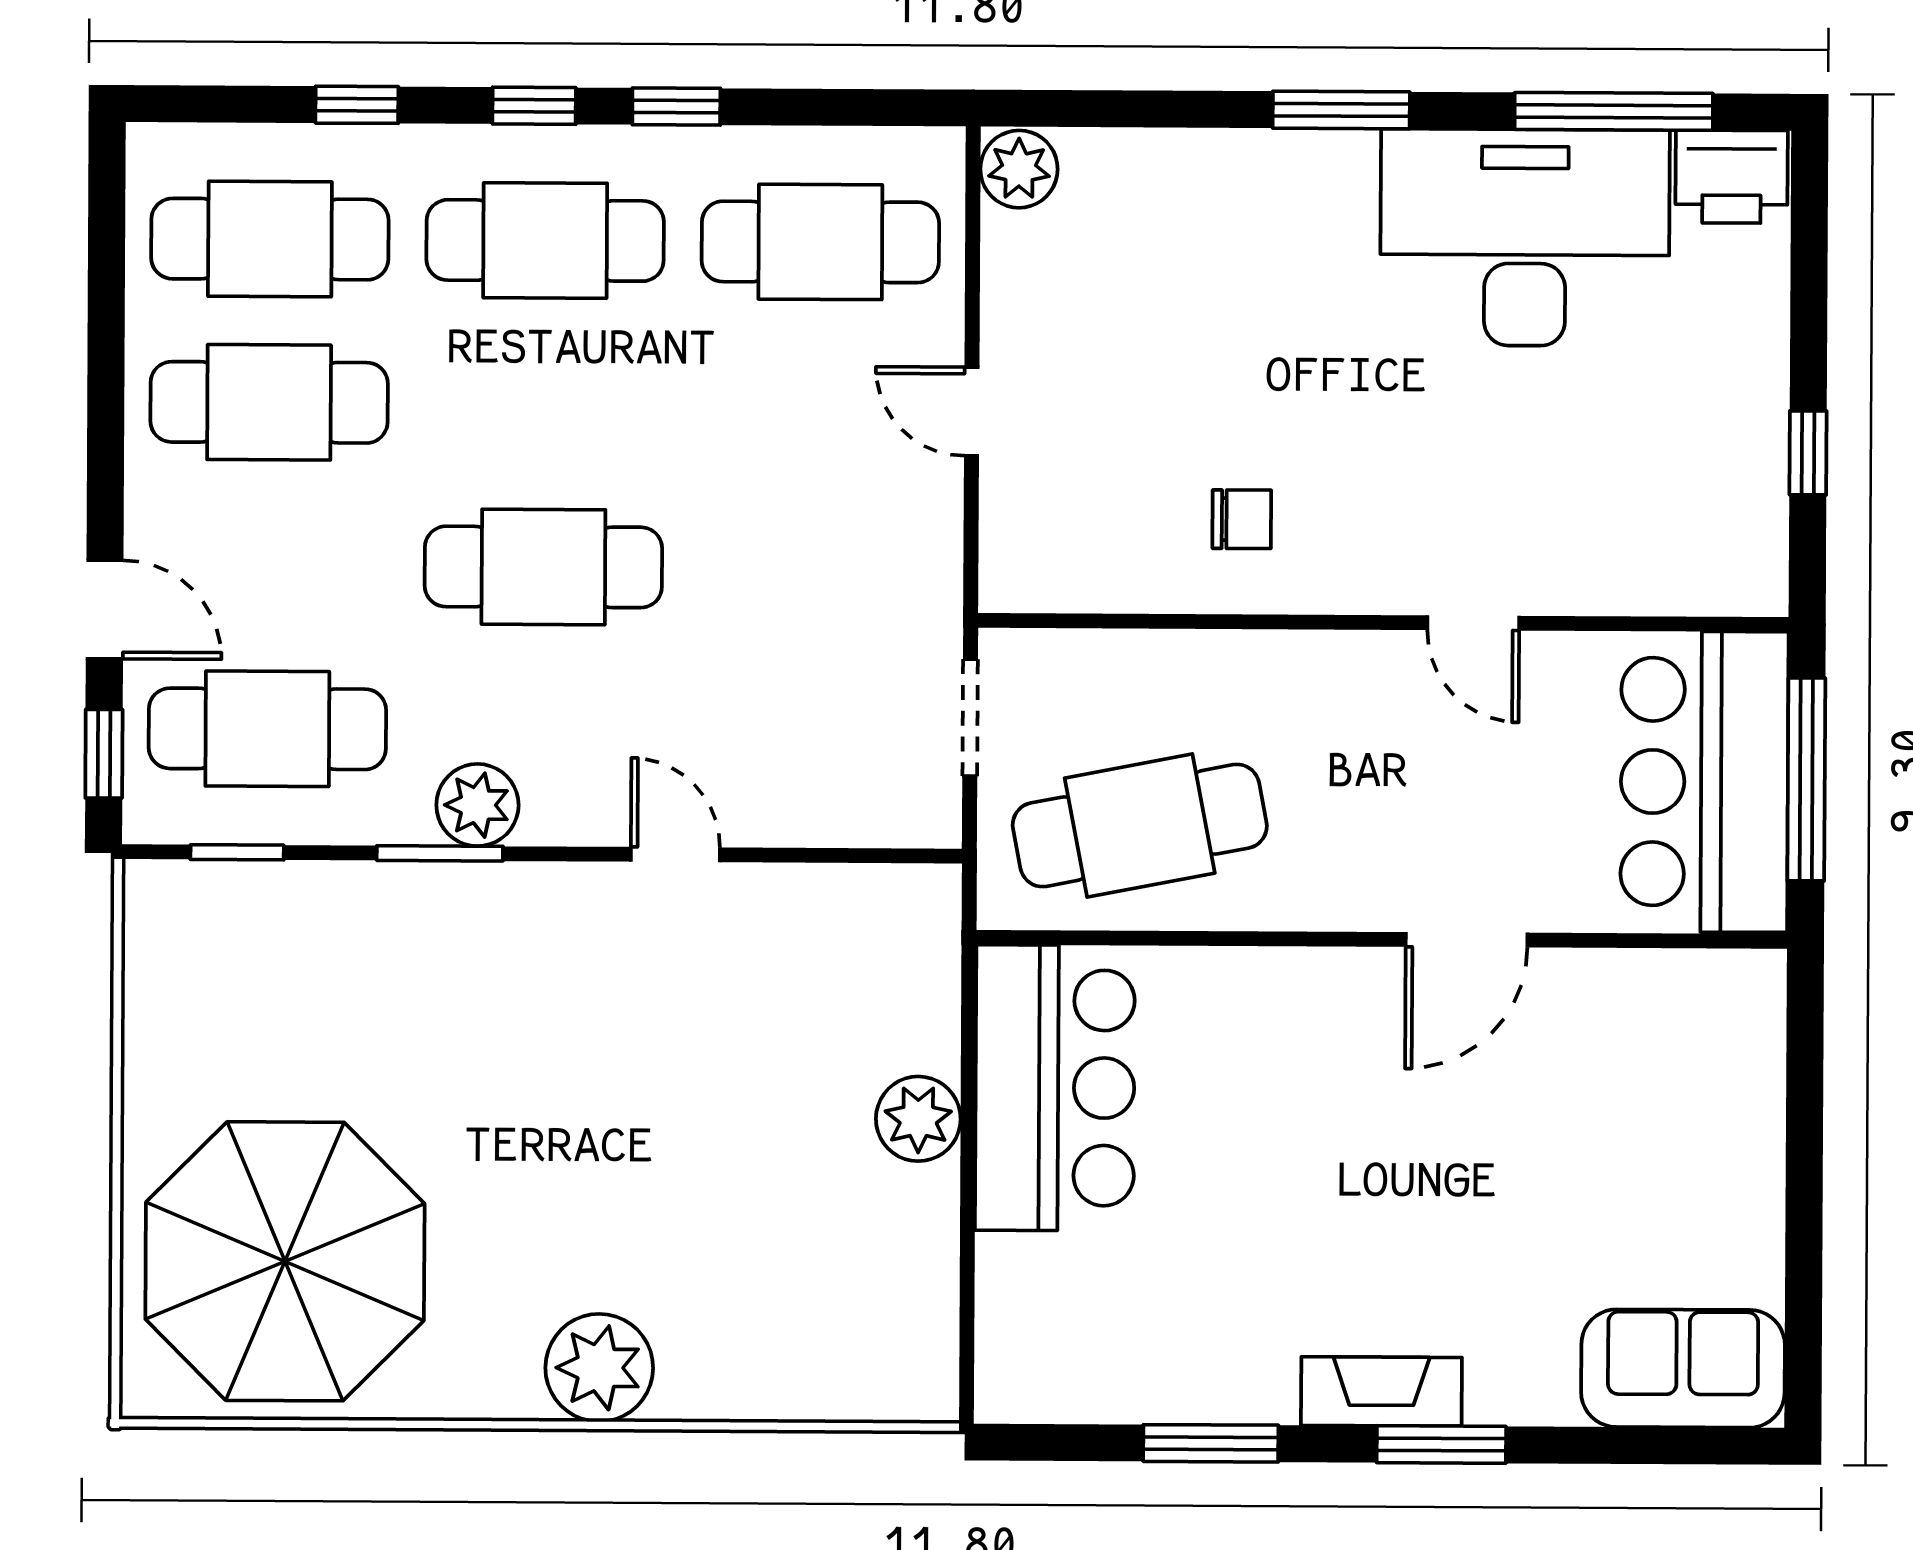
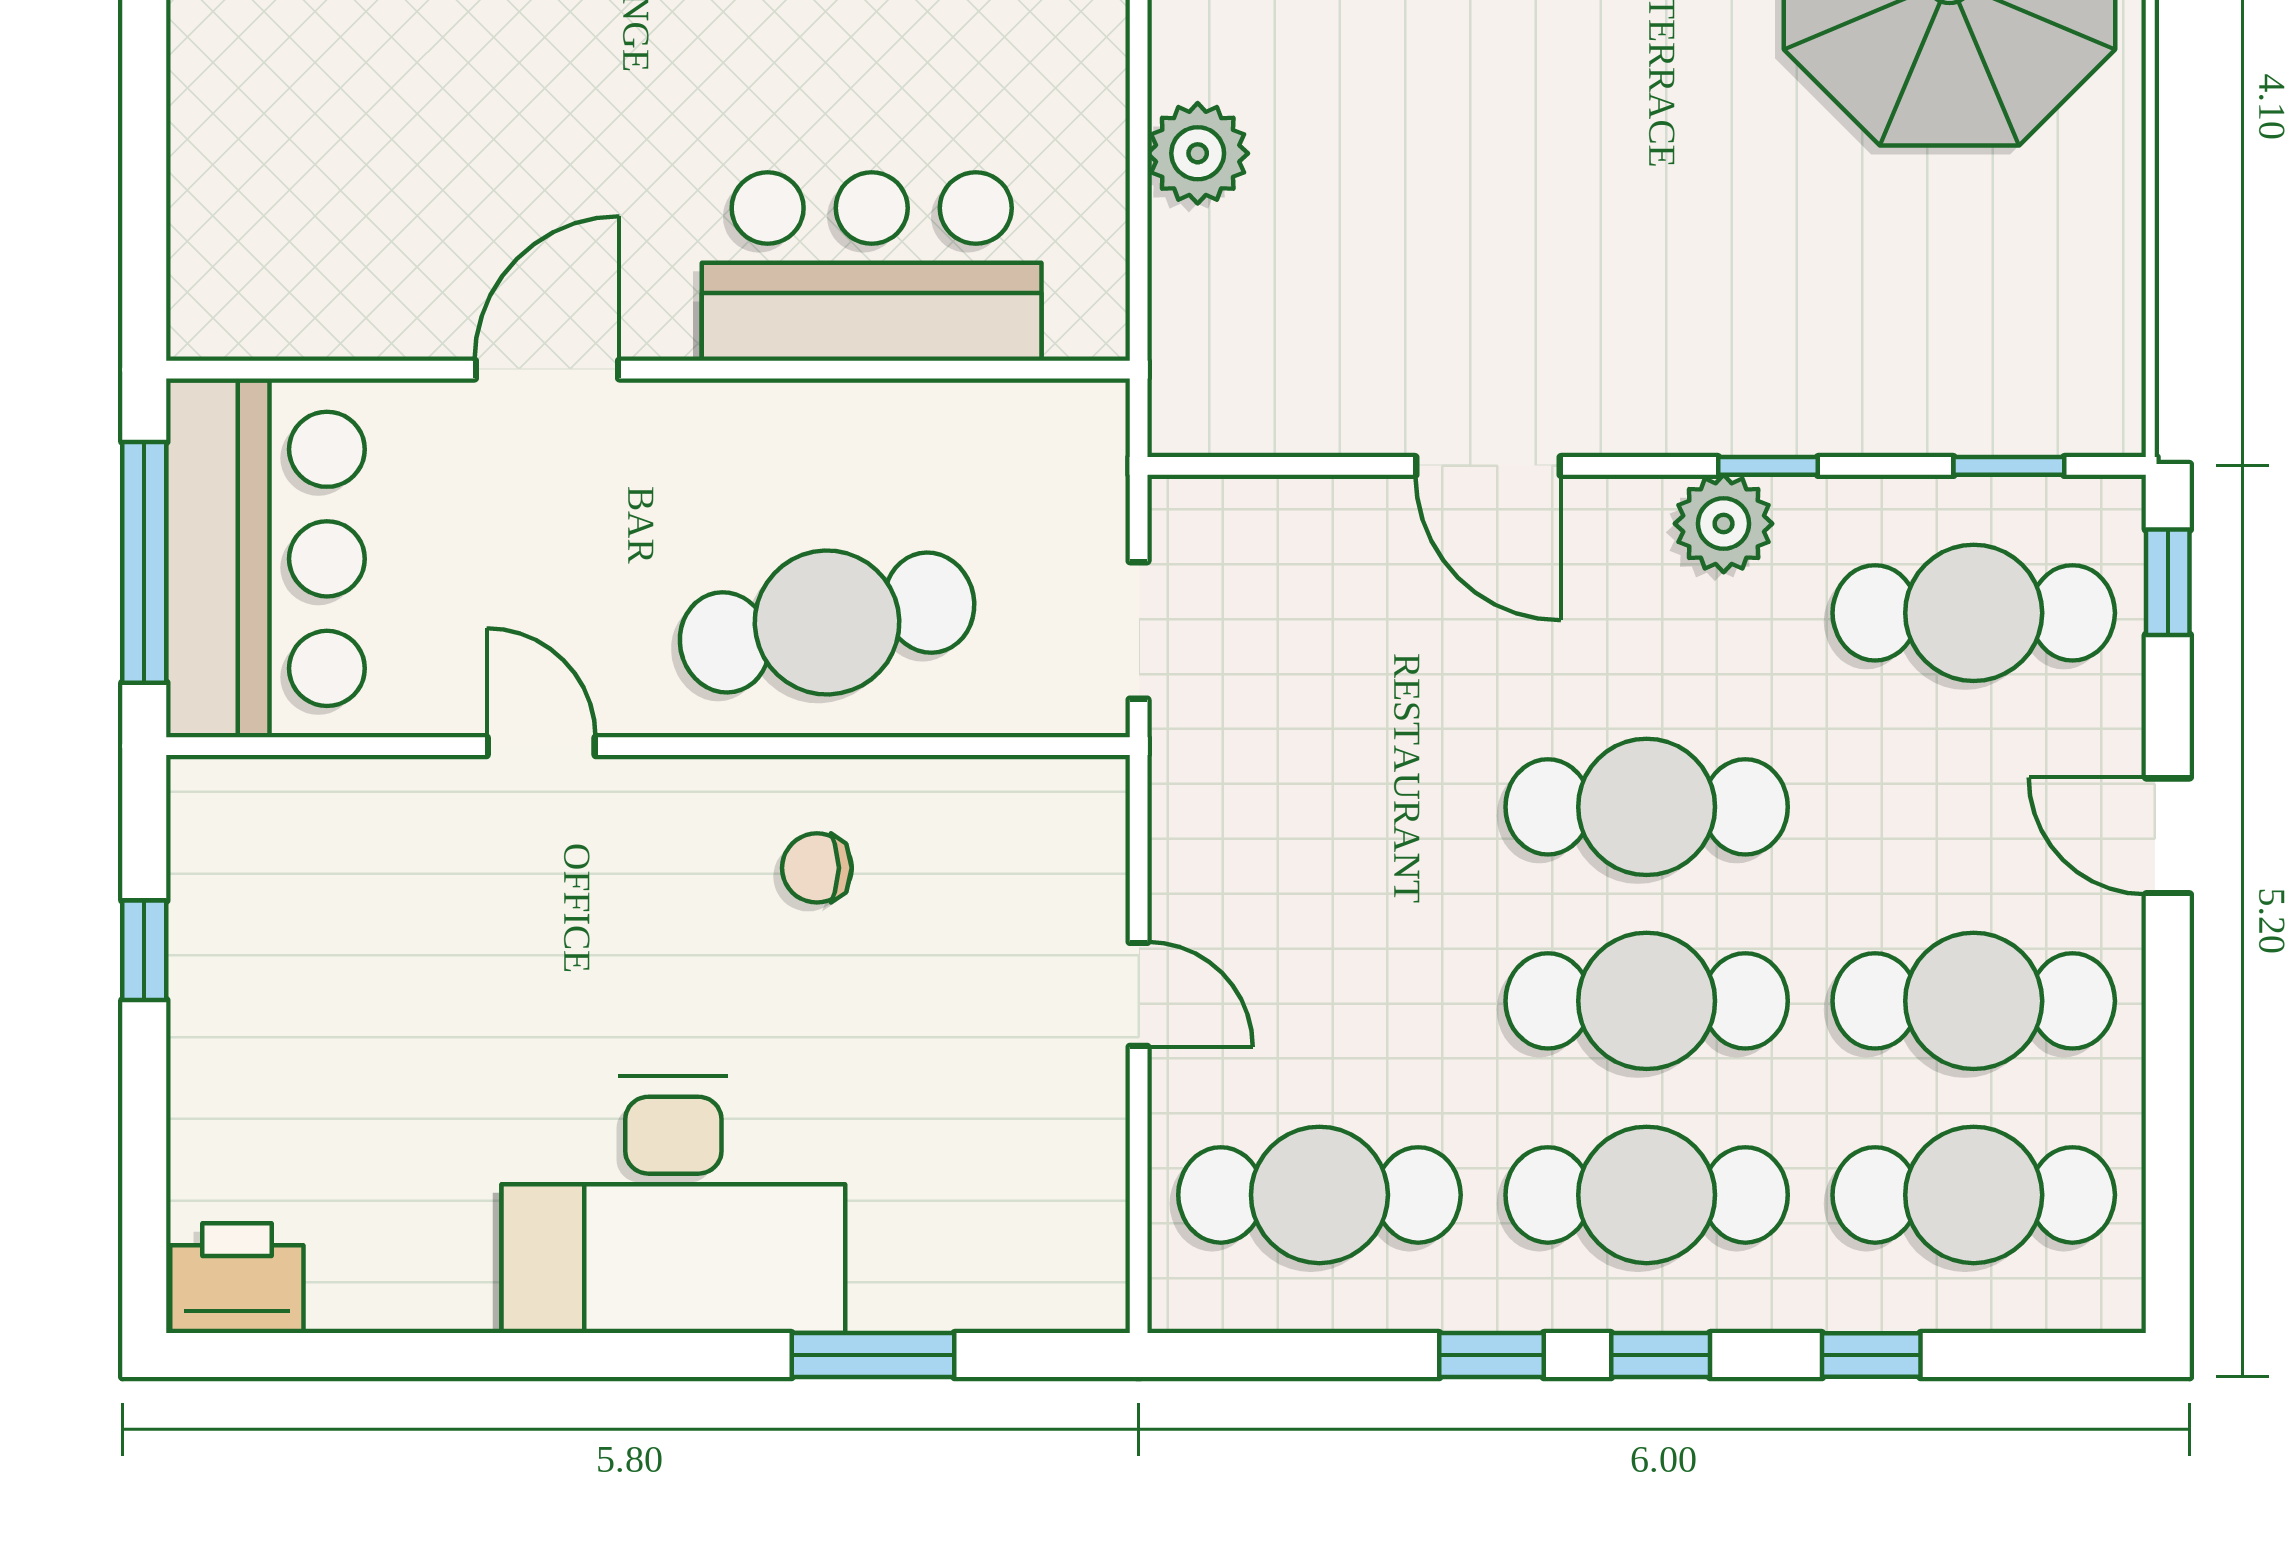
window: (1341, 110) -> (873, 1355), moved
window: (1614, 111) -> (377, 1355), removed
plant: (1019, 169) -> (1084, 1283), removed
desk: (1525, 237) -> (673, 1205), moved
cafe table: (544, 404) -> (1647, 1001), added
door: (105, 609) -> (2168, 836), moved
cafe table: (1140, 826) -> (827, 622), moved
window: (440, 853) -> (1768, 466), width x0.67
door: (675, 855) -> (1488, 466), width x1.38
bar counter: (1055, 1088) -> (872, 266), moved, turned 90

